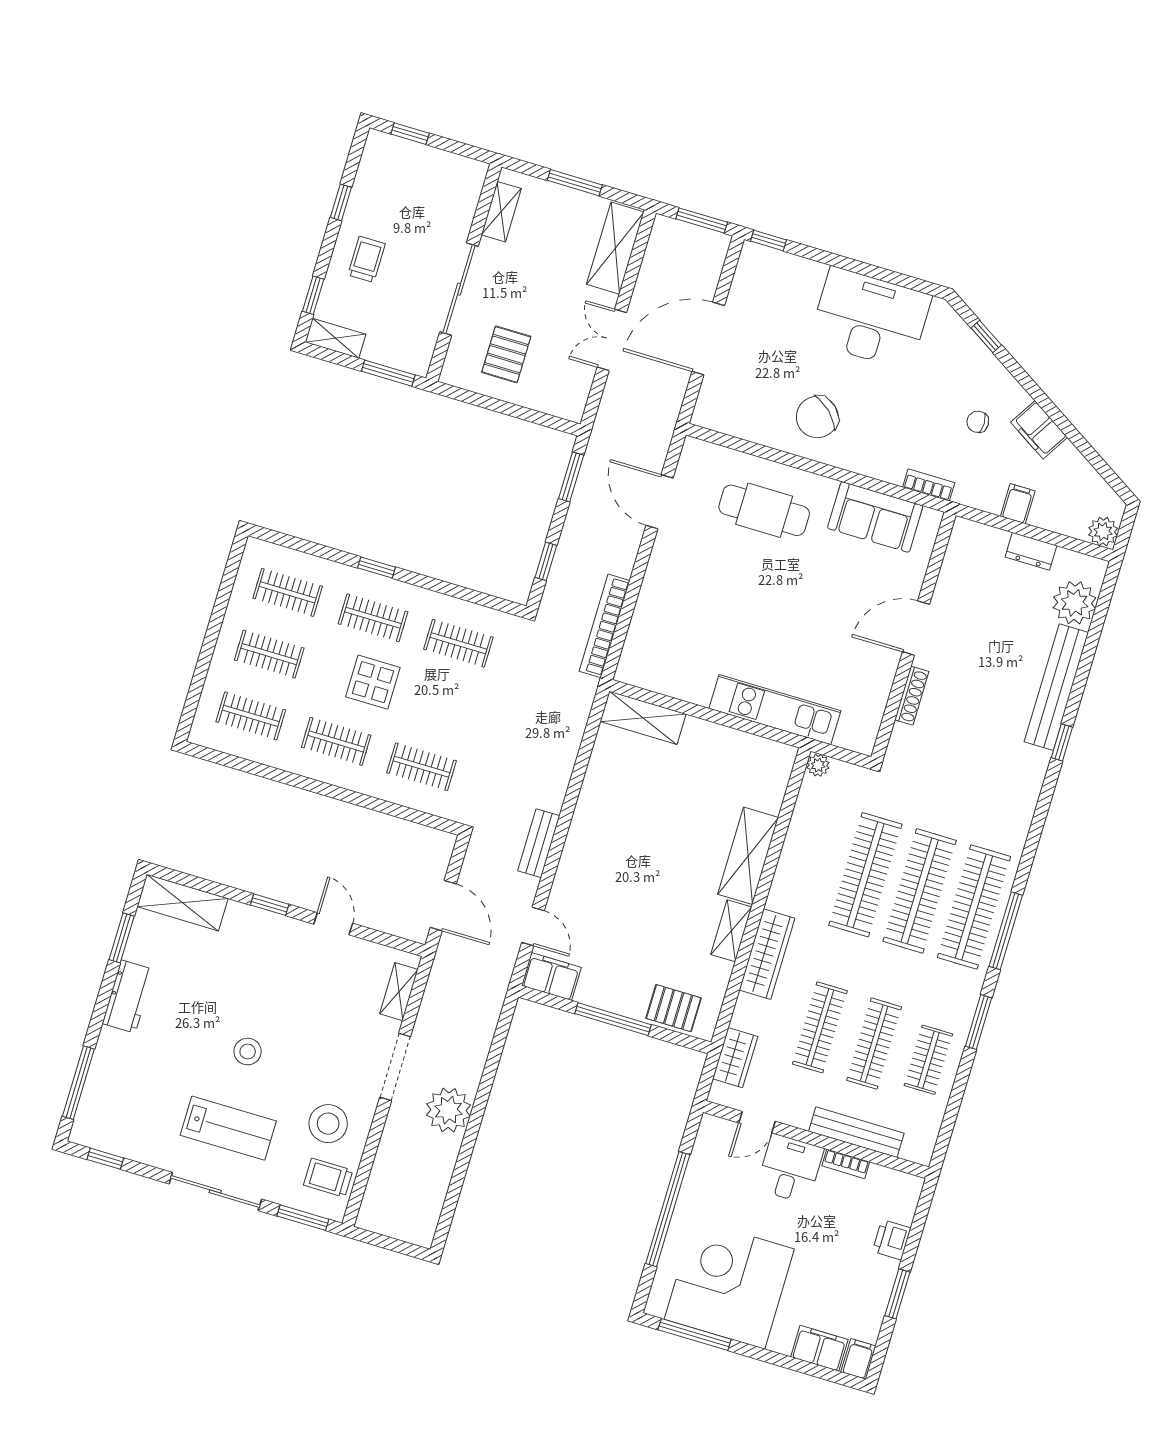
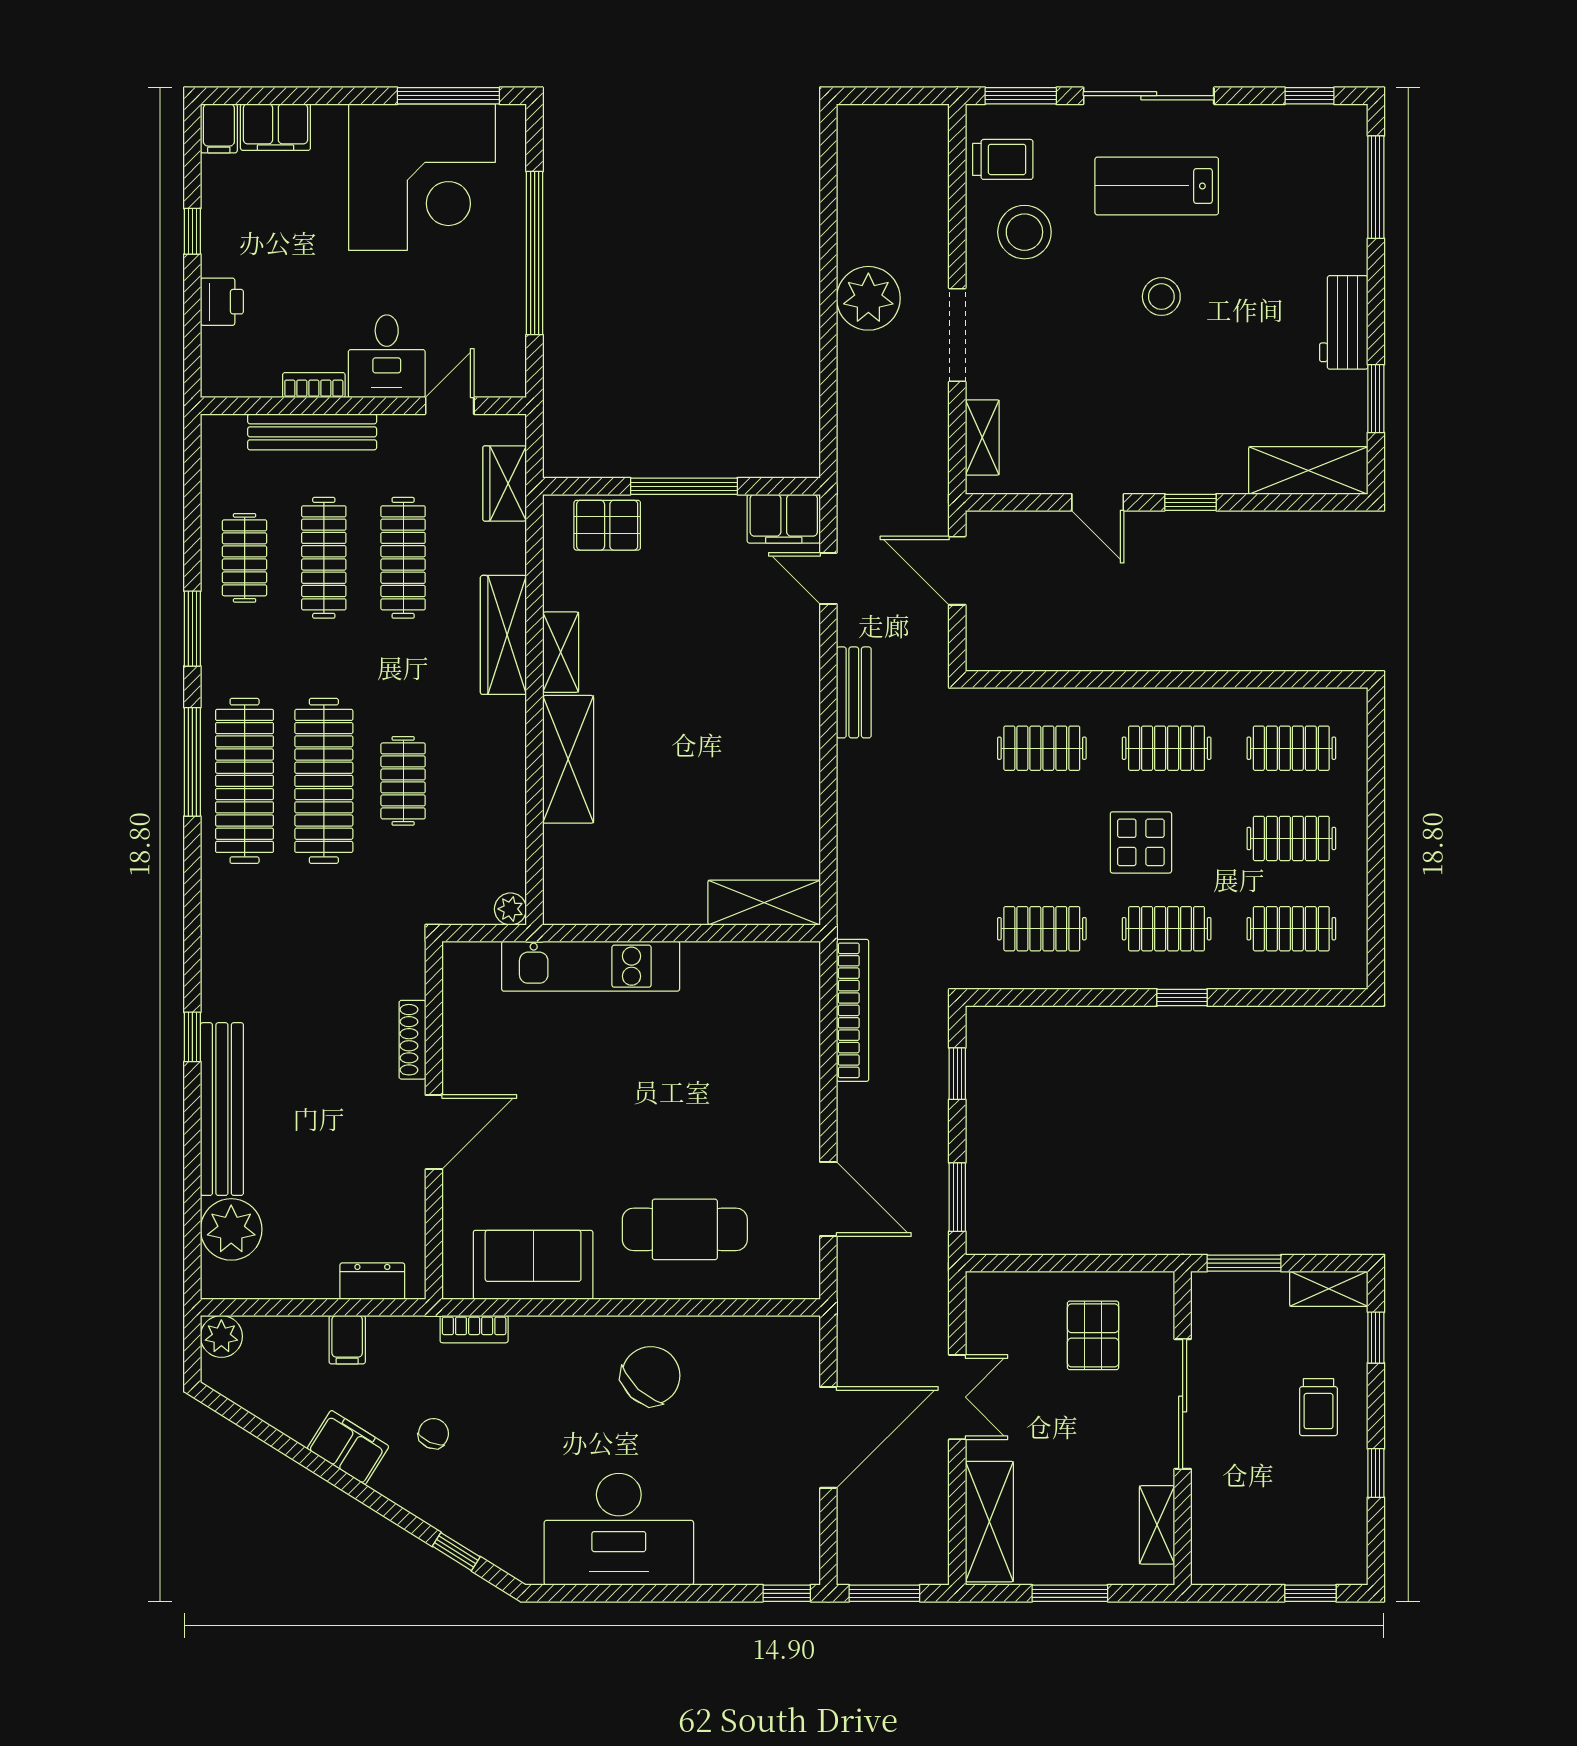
chair: (978, 422) -> (433, 1434), turned -66
dresser: (1031, 551) -> (372, 1281), moved
clothes rail: (865, 875) -> (403, 781), width x0.54, depth x0.76
window: (897, 1294) -> (192, 231), width x0.67

